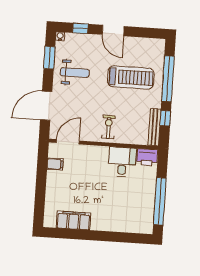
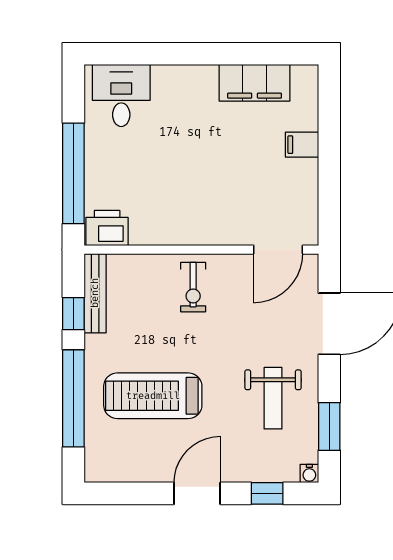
door: (113, 30) -> (197, 493), hinge flipped
weight bench: (75, 73) -> (273, 398), turned -90
desk: (122, 162) -> (121, 95), moved, turned 180
filing cabinet: (55, 164) -> (302, 145), moved
window: (160, 201) -> (73, 173), moved

